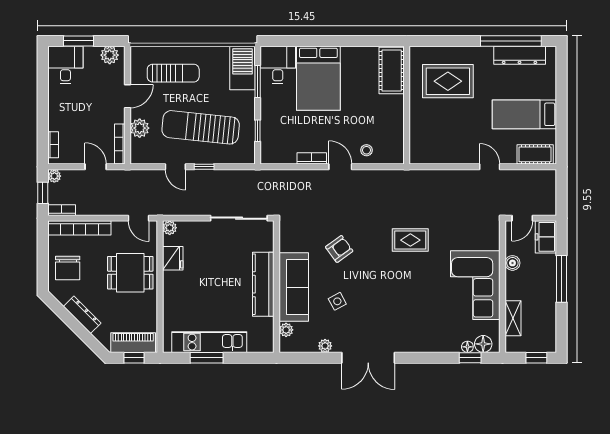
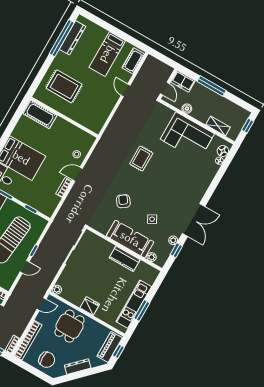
rug: (448, 81) -> (64, 86), turned 90
door: (490, 167) -> (126, 90), hinge flipped
fridge: (173, 258) -> (90, 306), moved
kitchen counter: (263, 284) -> (125, 259), width x0.67
window: (470, 358) -> (176, 250), moved

